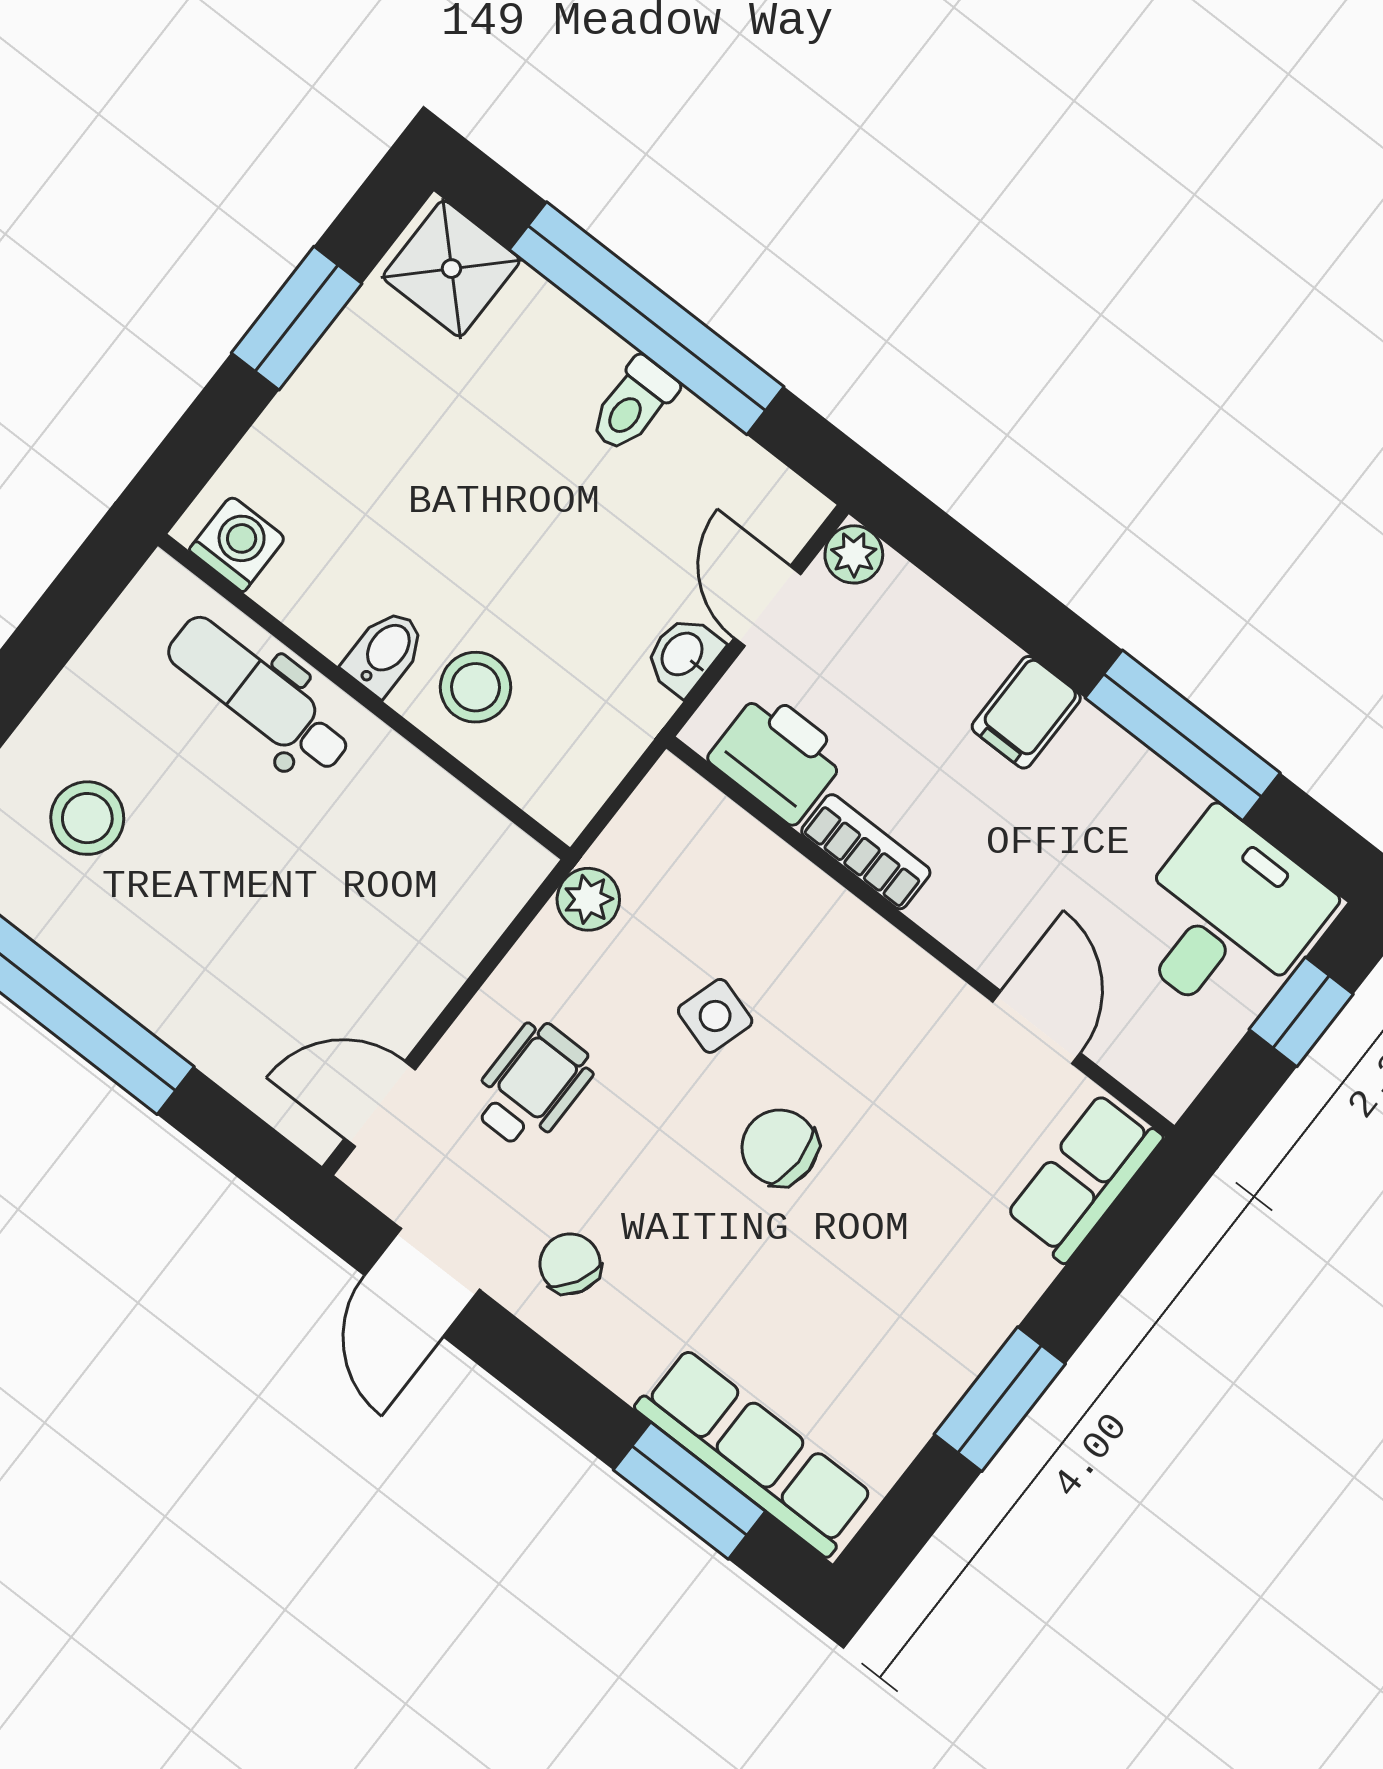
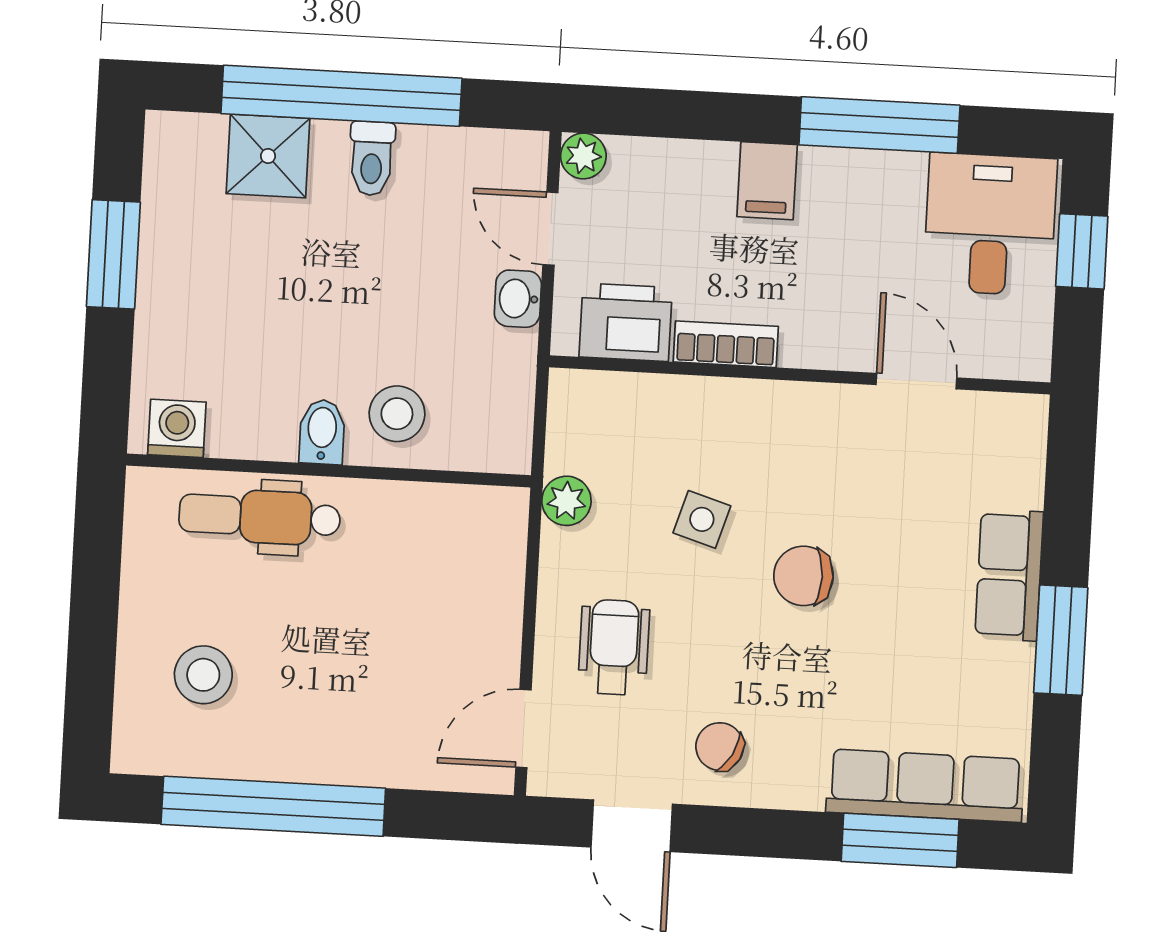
shower: (451, 269) -> (268, 156), moved
row of seats: (1084, 1177) -> (1009, 575), moved

